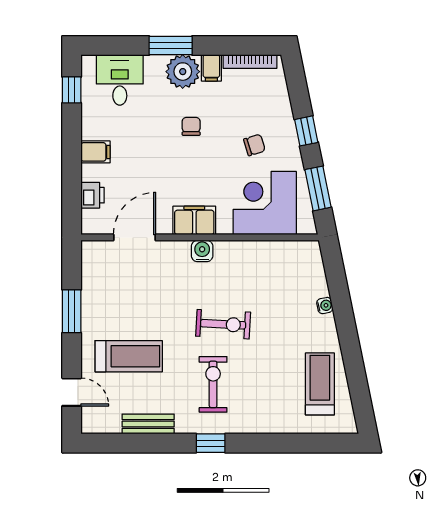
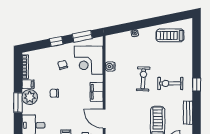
water cooler: (202, 251) -> (110, 67), moved

